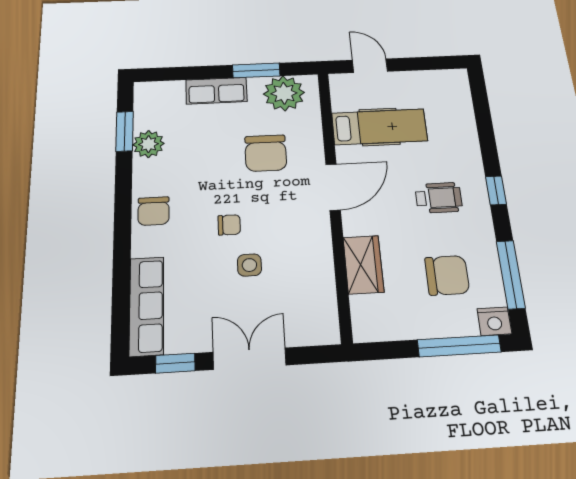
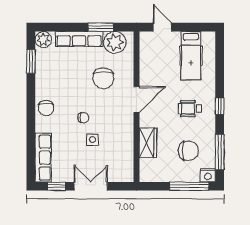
row of seats: (216, 91) -> (79, 39), width x1.48
hospital bed: (379, 127) -> (191, 56), moved, turned 90
plant: (148, 144) -> (43, 39), moved
wheelchair: (439, 198) -> (190, 109), turned 180

